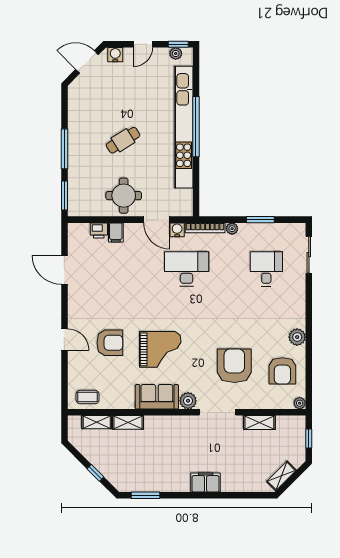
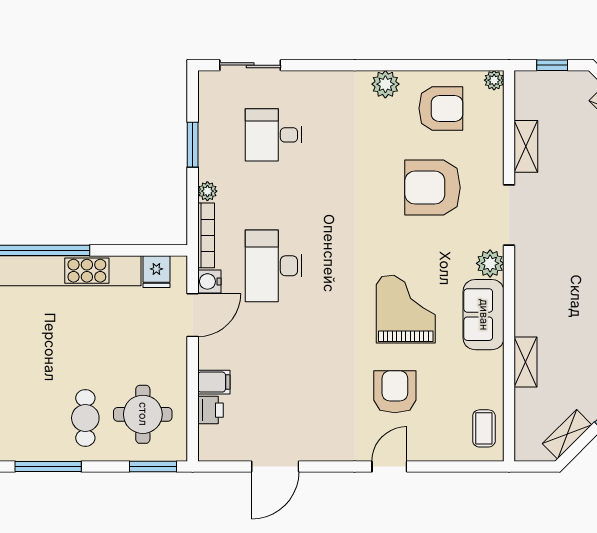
cafe table: (123, 140) -> (85, 418), moved, turned 32
window: (64, 149) -> (48, 466), moved
round table: (124, 196) -> (143, 414), moved
fridge: (183, 198) -> (156, 272), added
shelving: (97, 422) -> (567, 434), moved, turned 45

